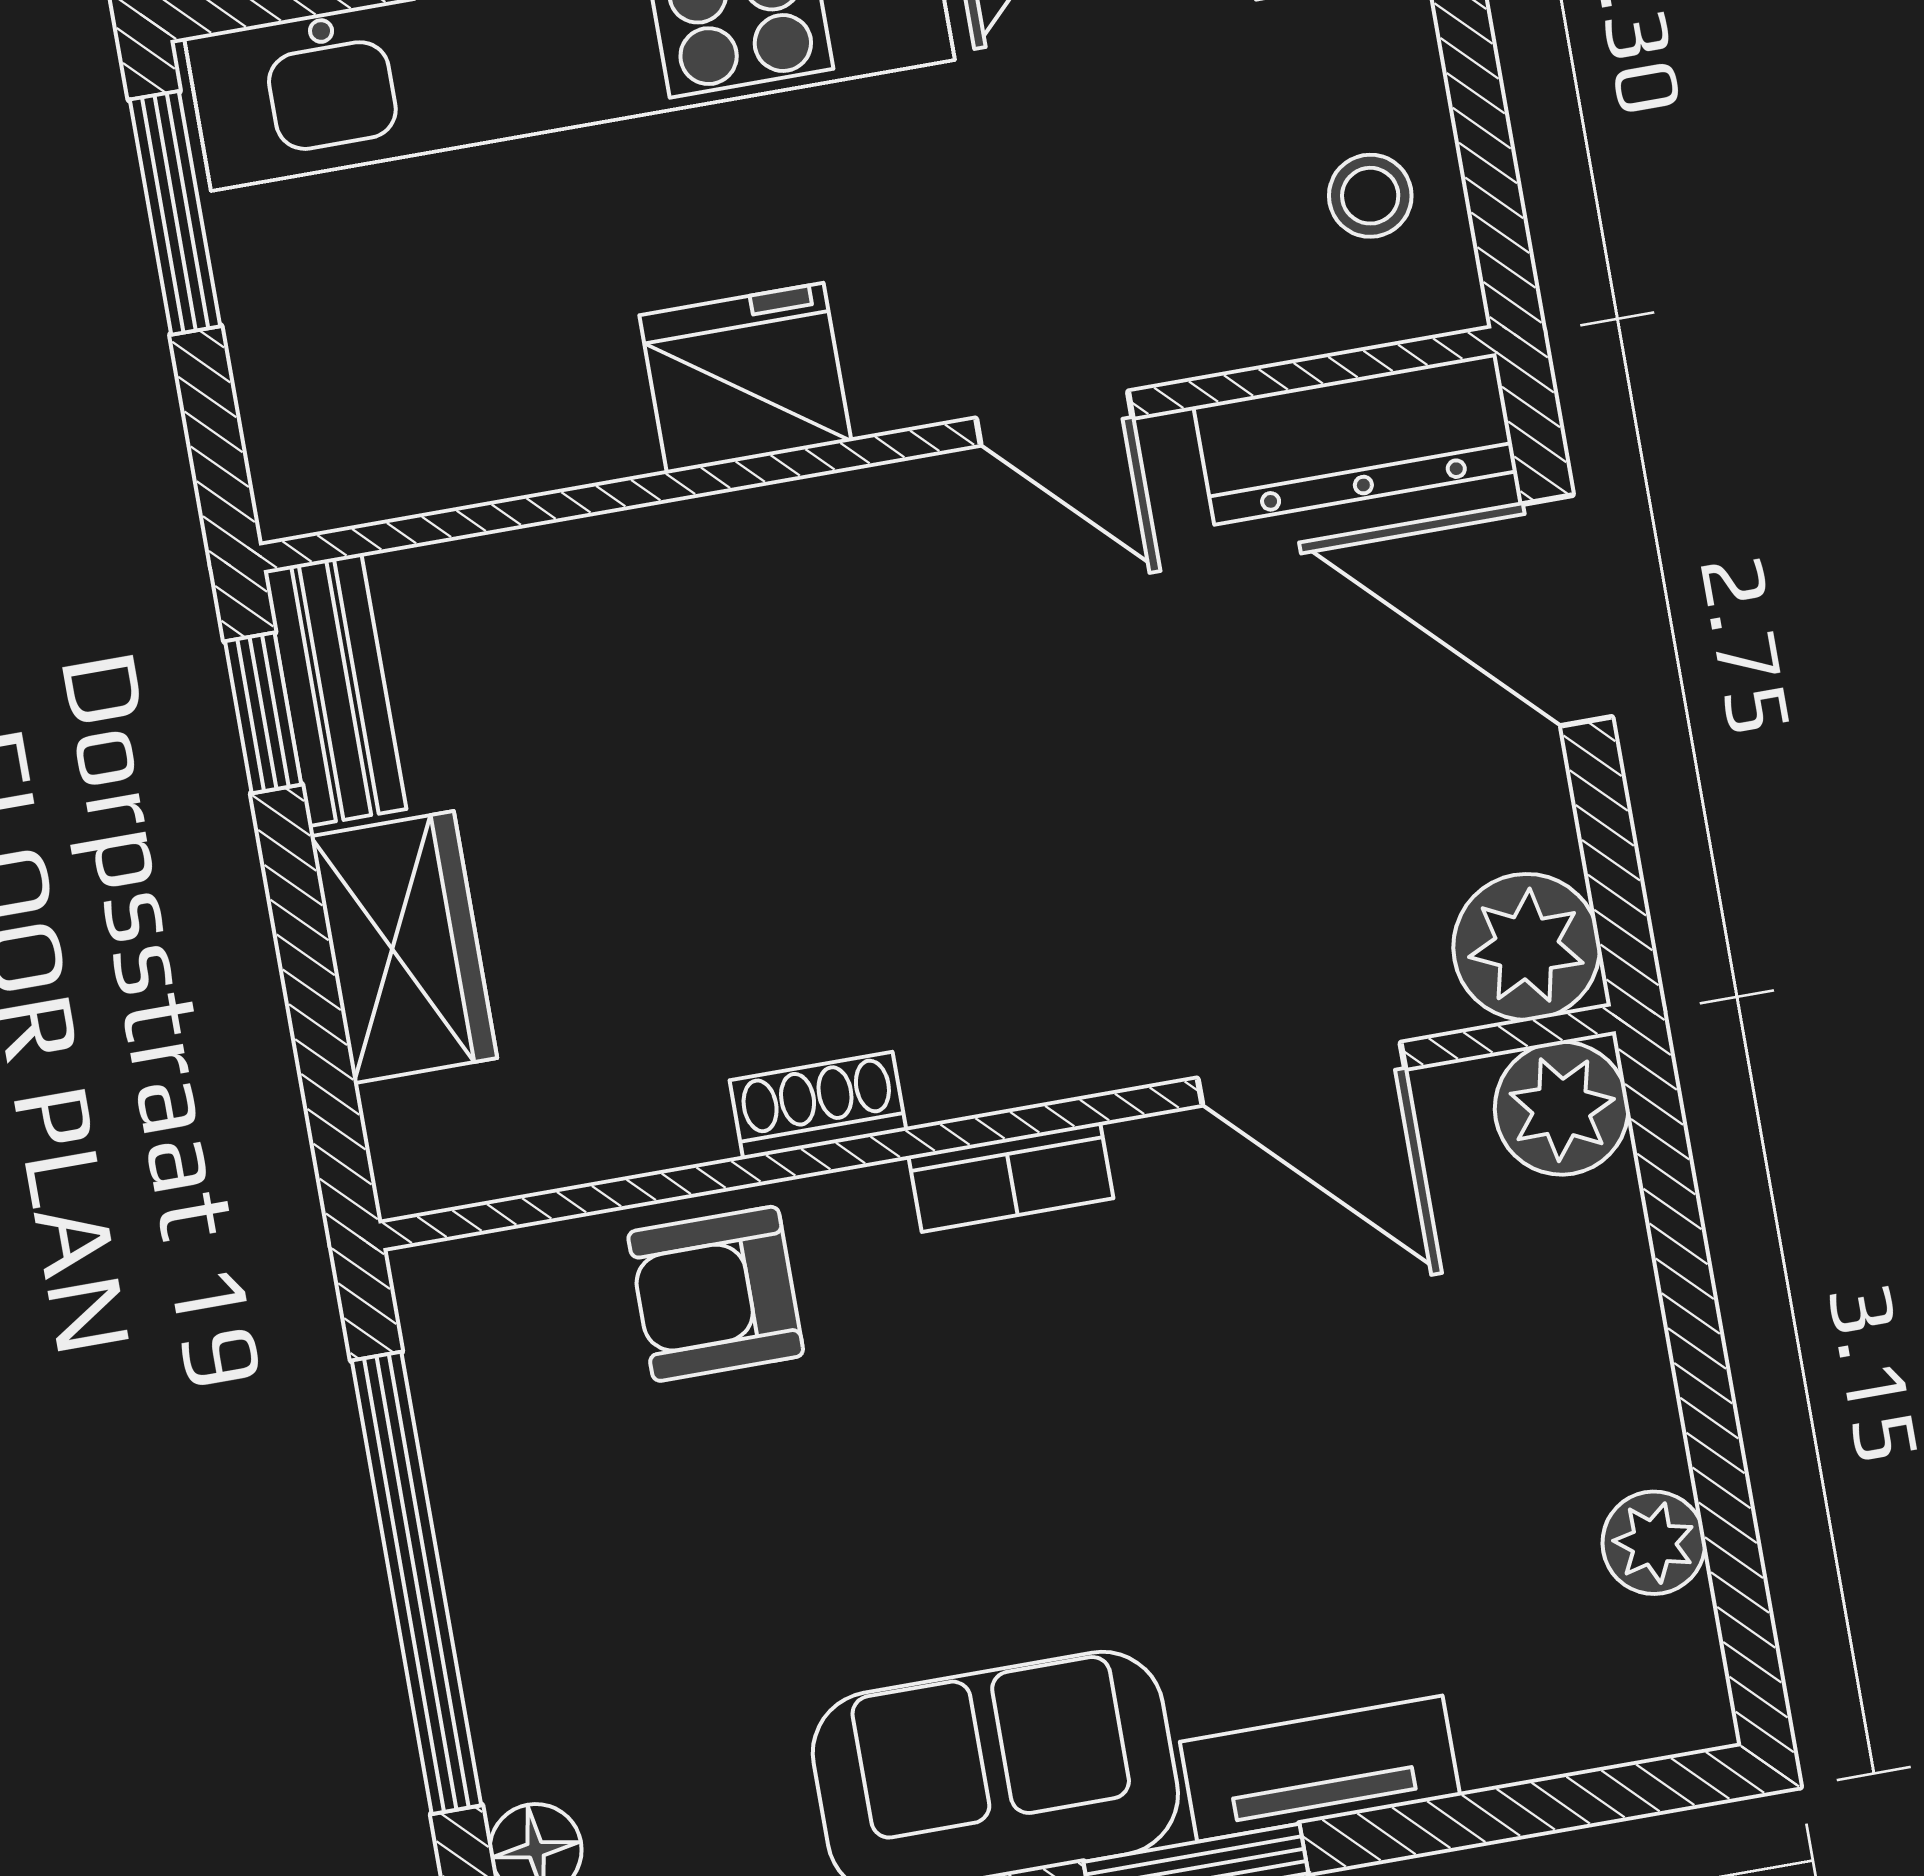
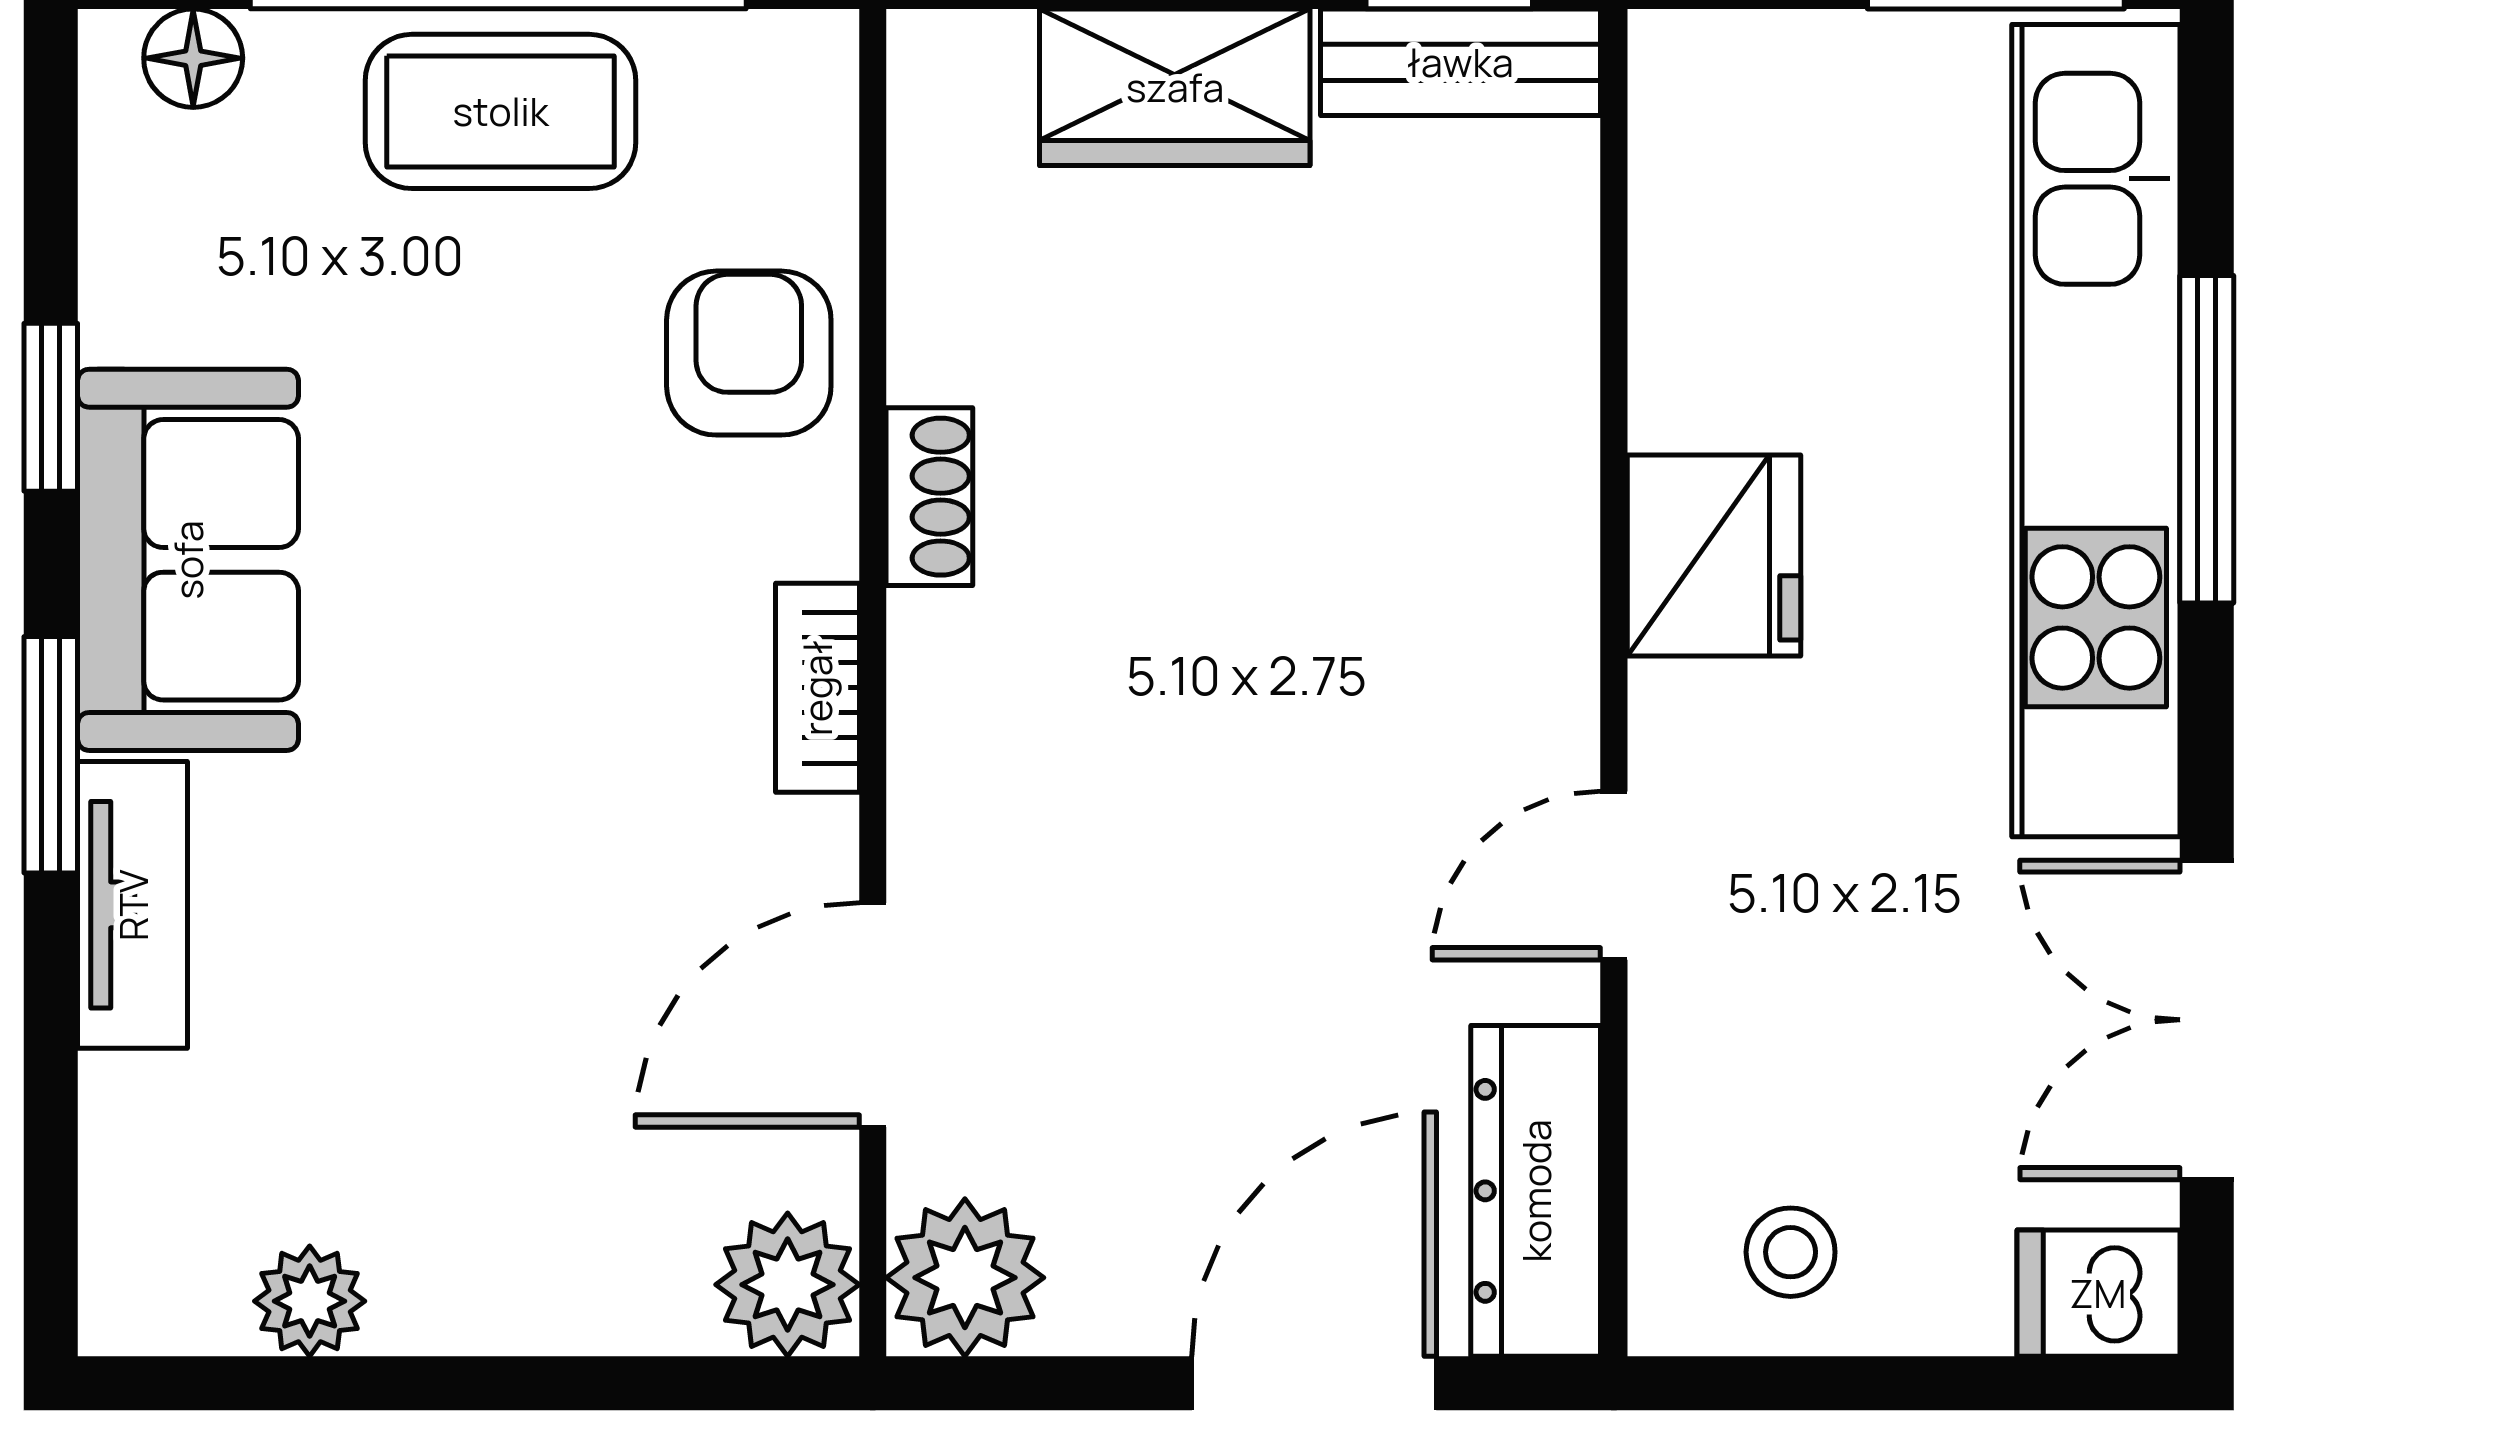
coffee table: (535, 1560) -> (501, 111), added

